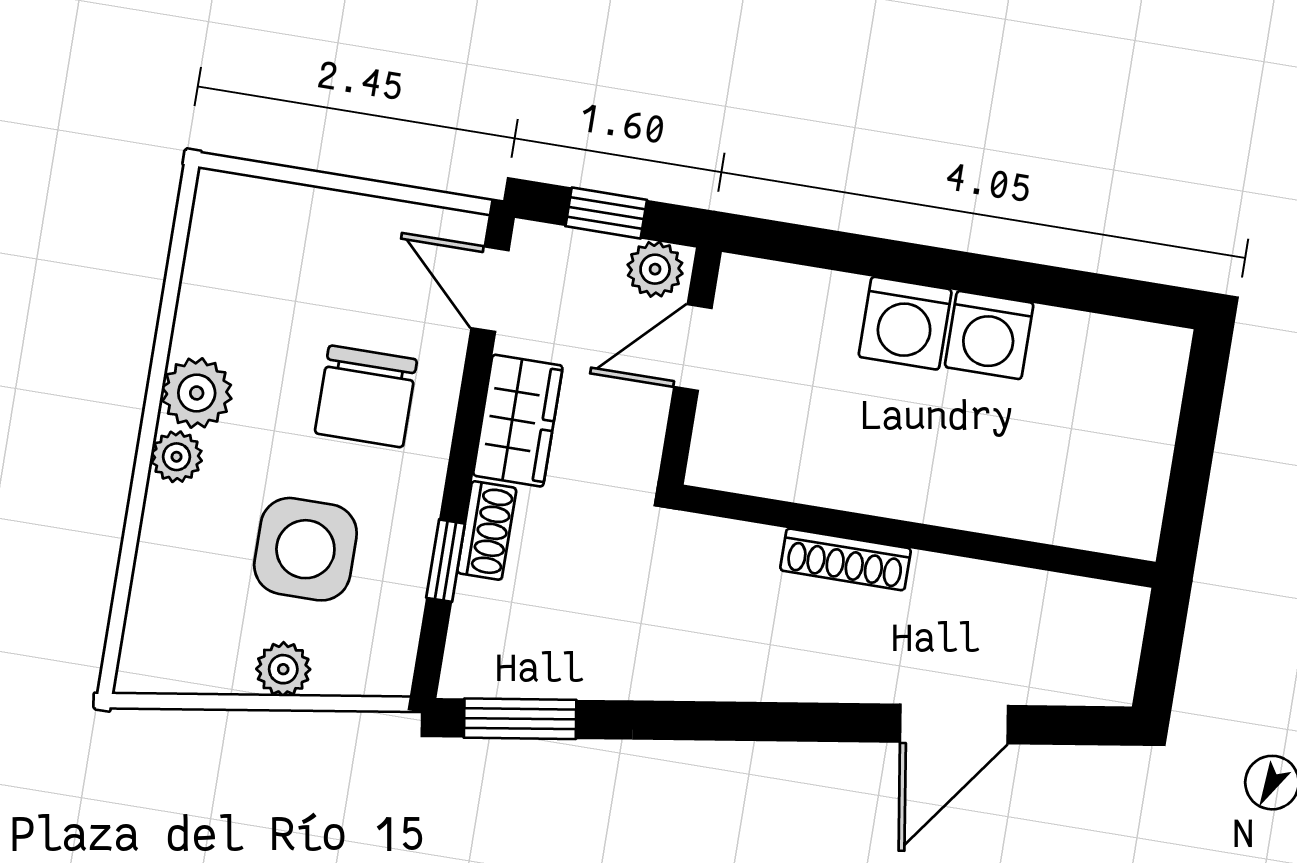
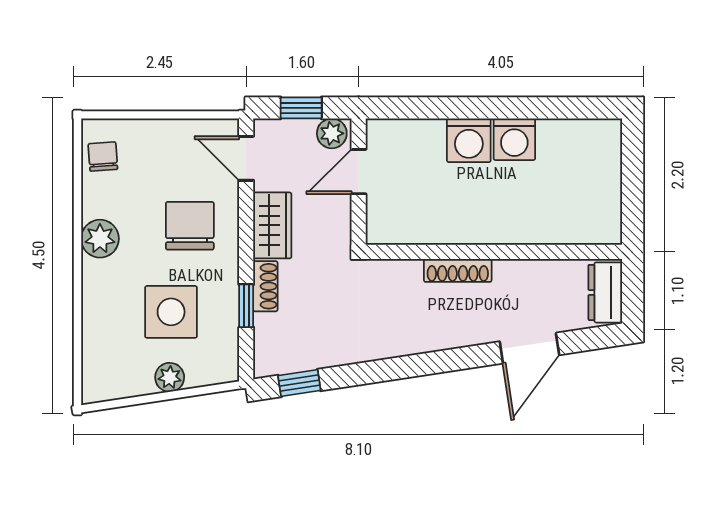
chair: (227, 243) -> (103, 157), added
chair: (366, 396) -> (190, 226), turned 180
plant: (176, 457) -> (95, 274), removed
dresser: (1110, 644) -> (605, 292), added
window: (520, 719) -> (299, 383), width x0.67

